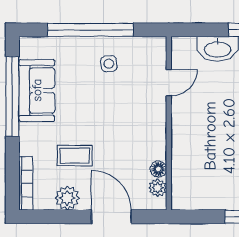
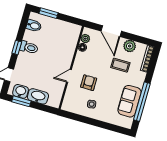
window: (90, 30) -> (96, 123), removed
door: (169, 83) -> (69, 76), moved
armchair: (127, 104) -> (89, 83), added

